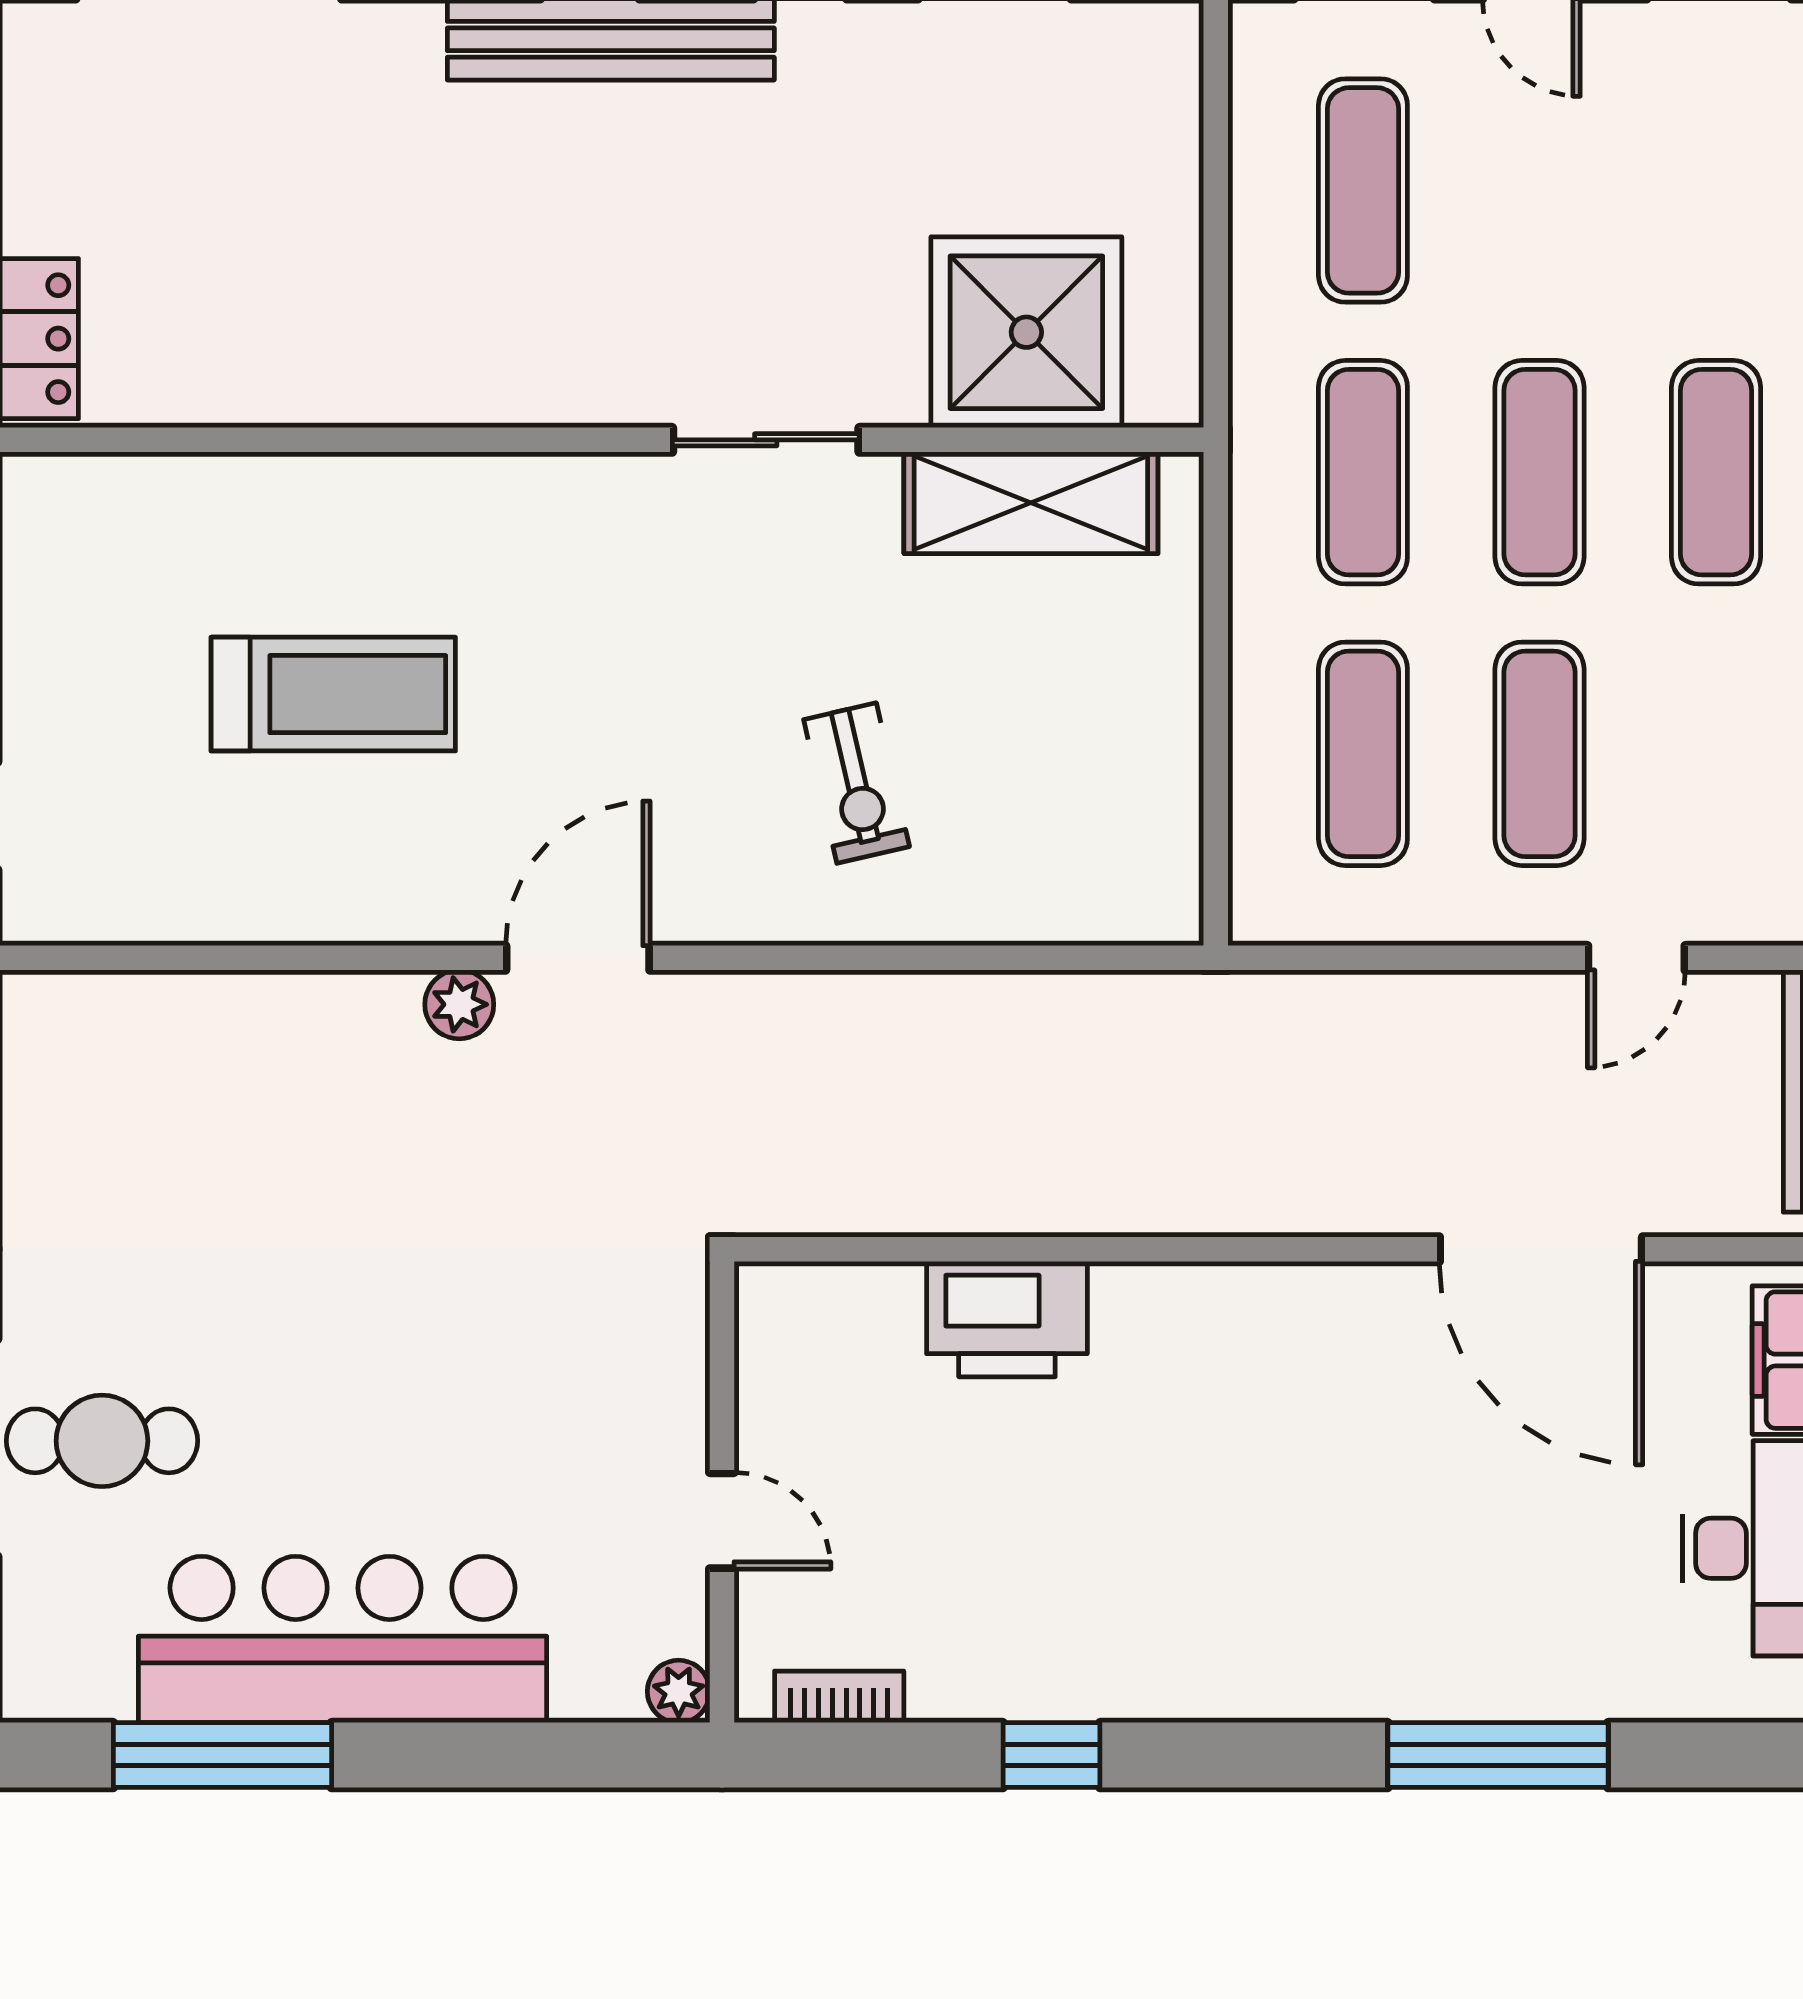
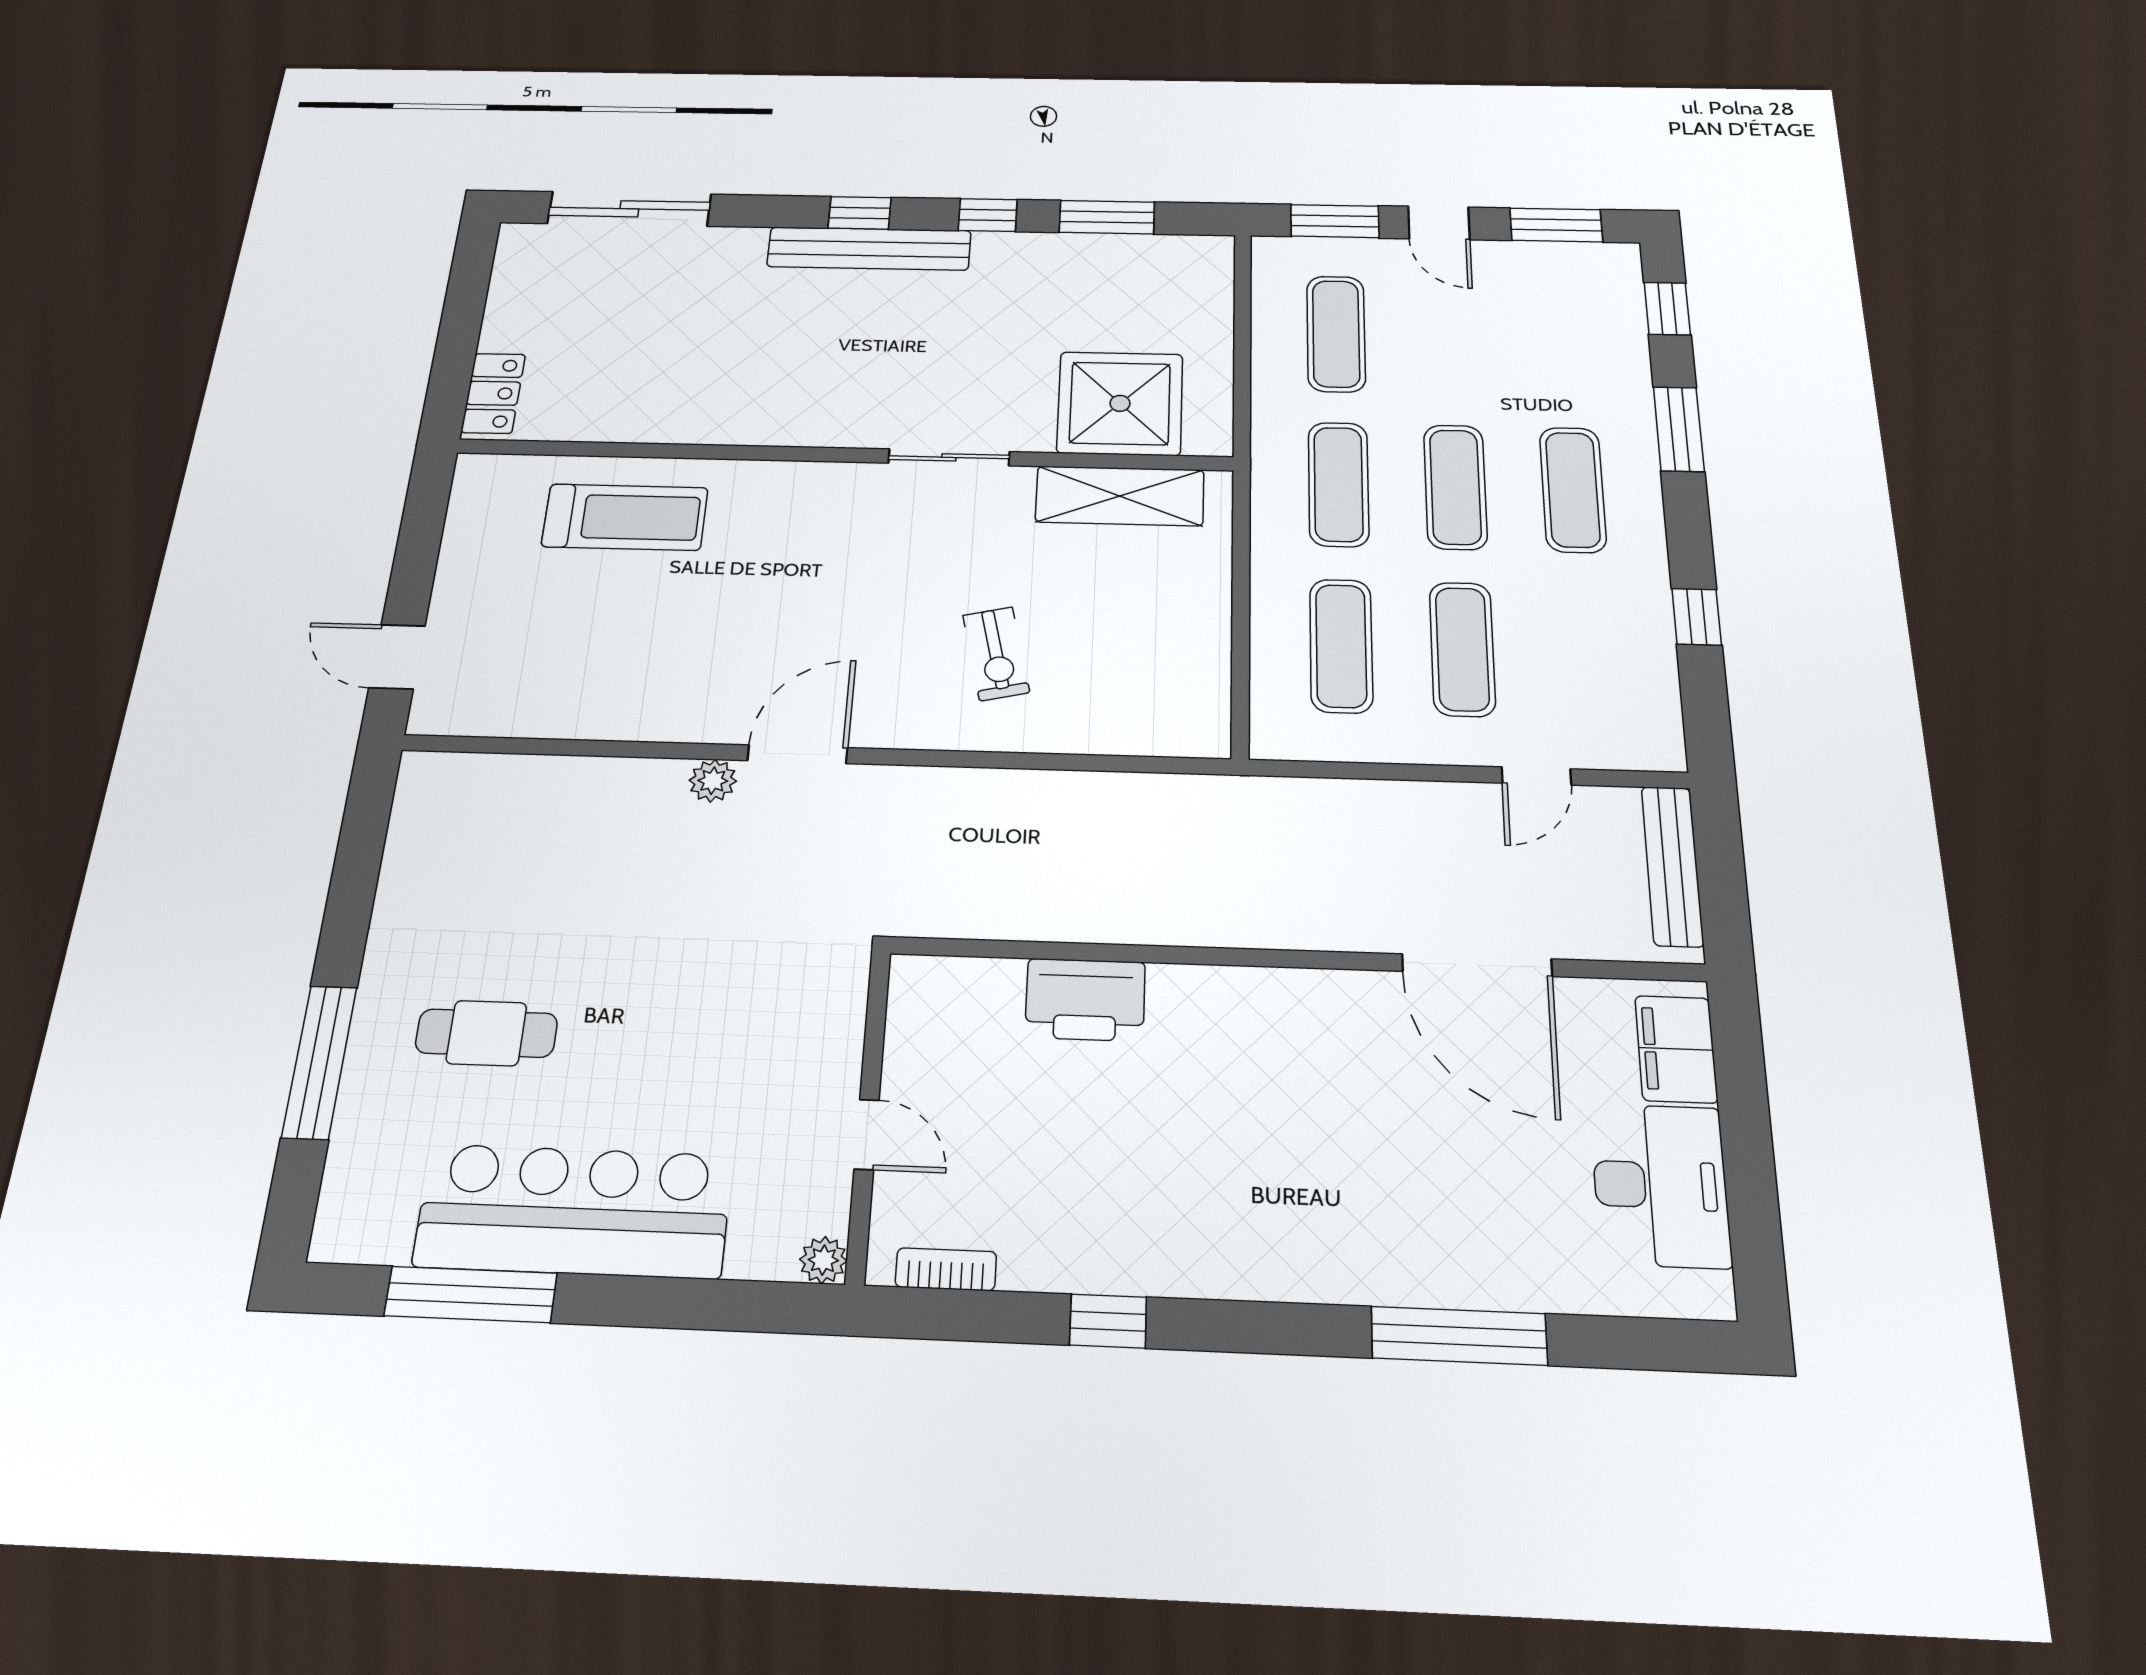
treadmill: (333, 694) -> (625, 517), moved
cafe table: (102, 1441) -> (486, 1033), moved

